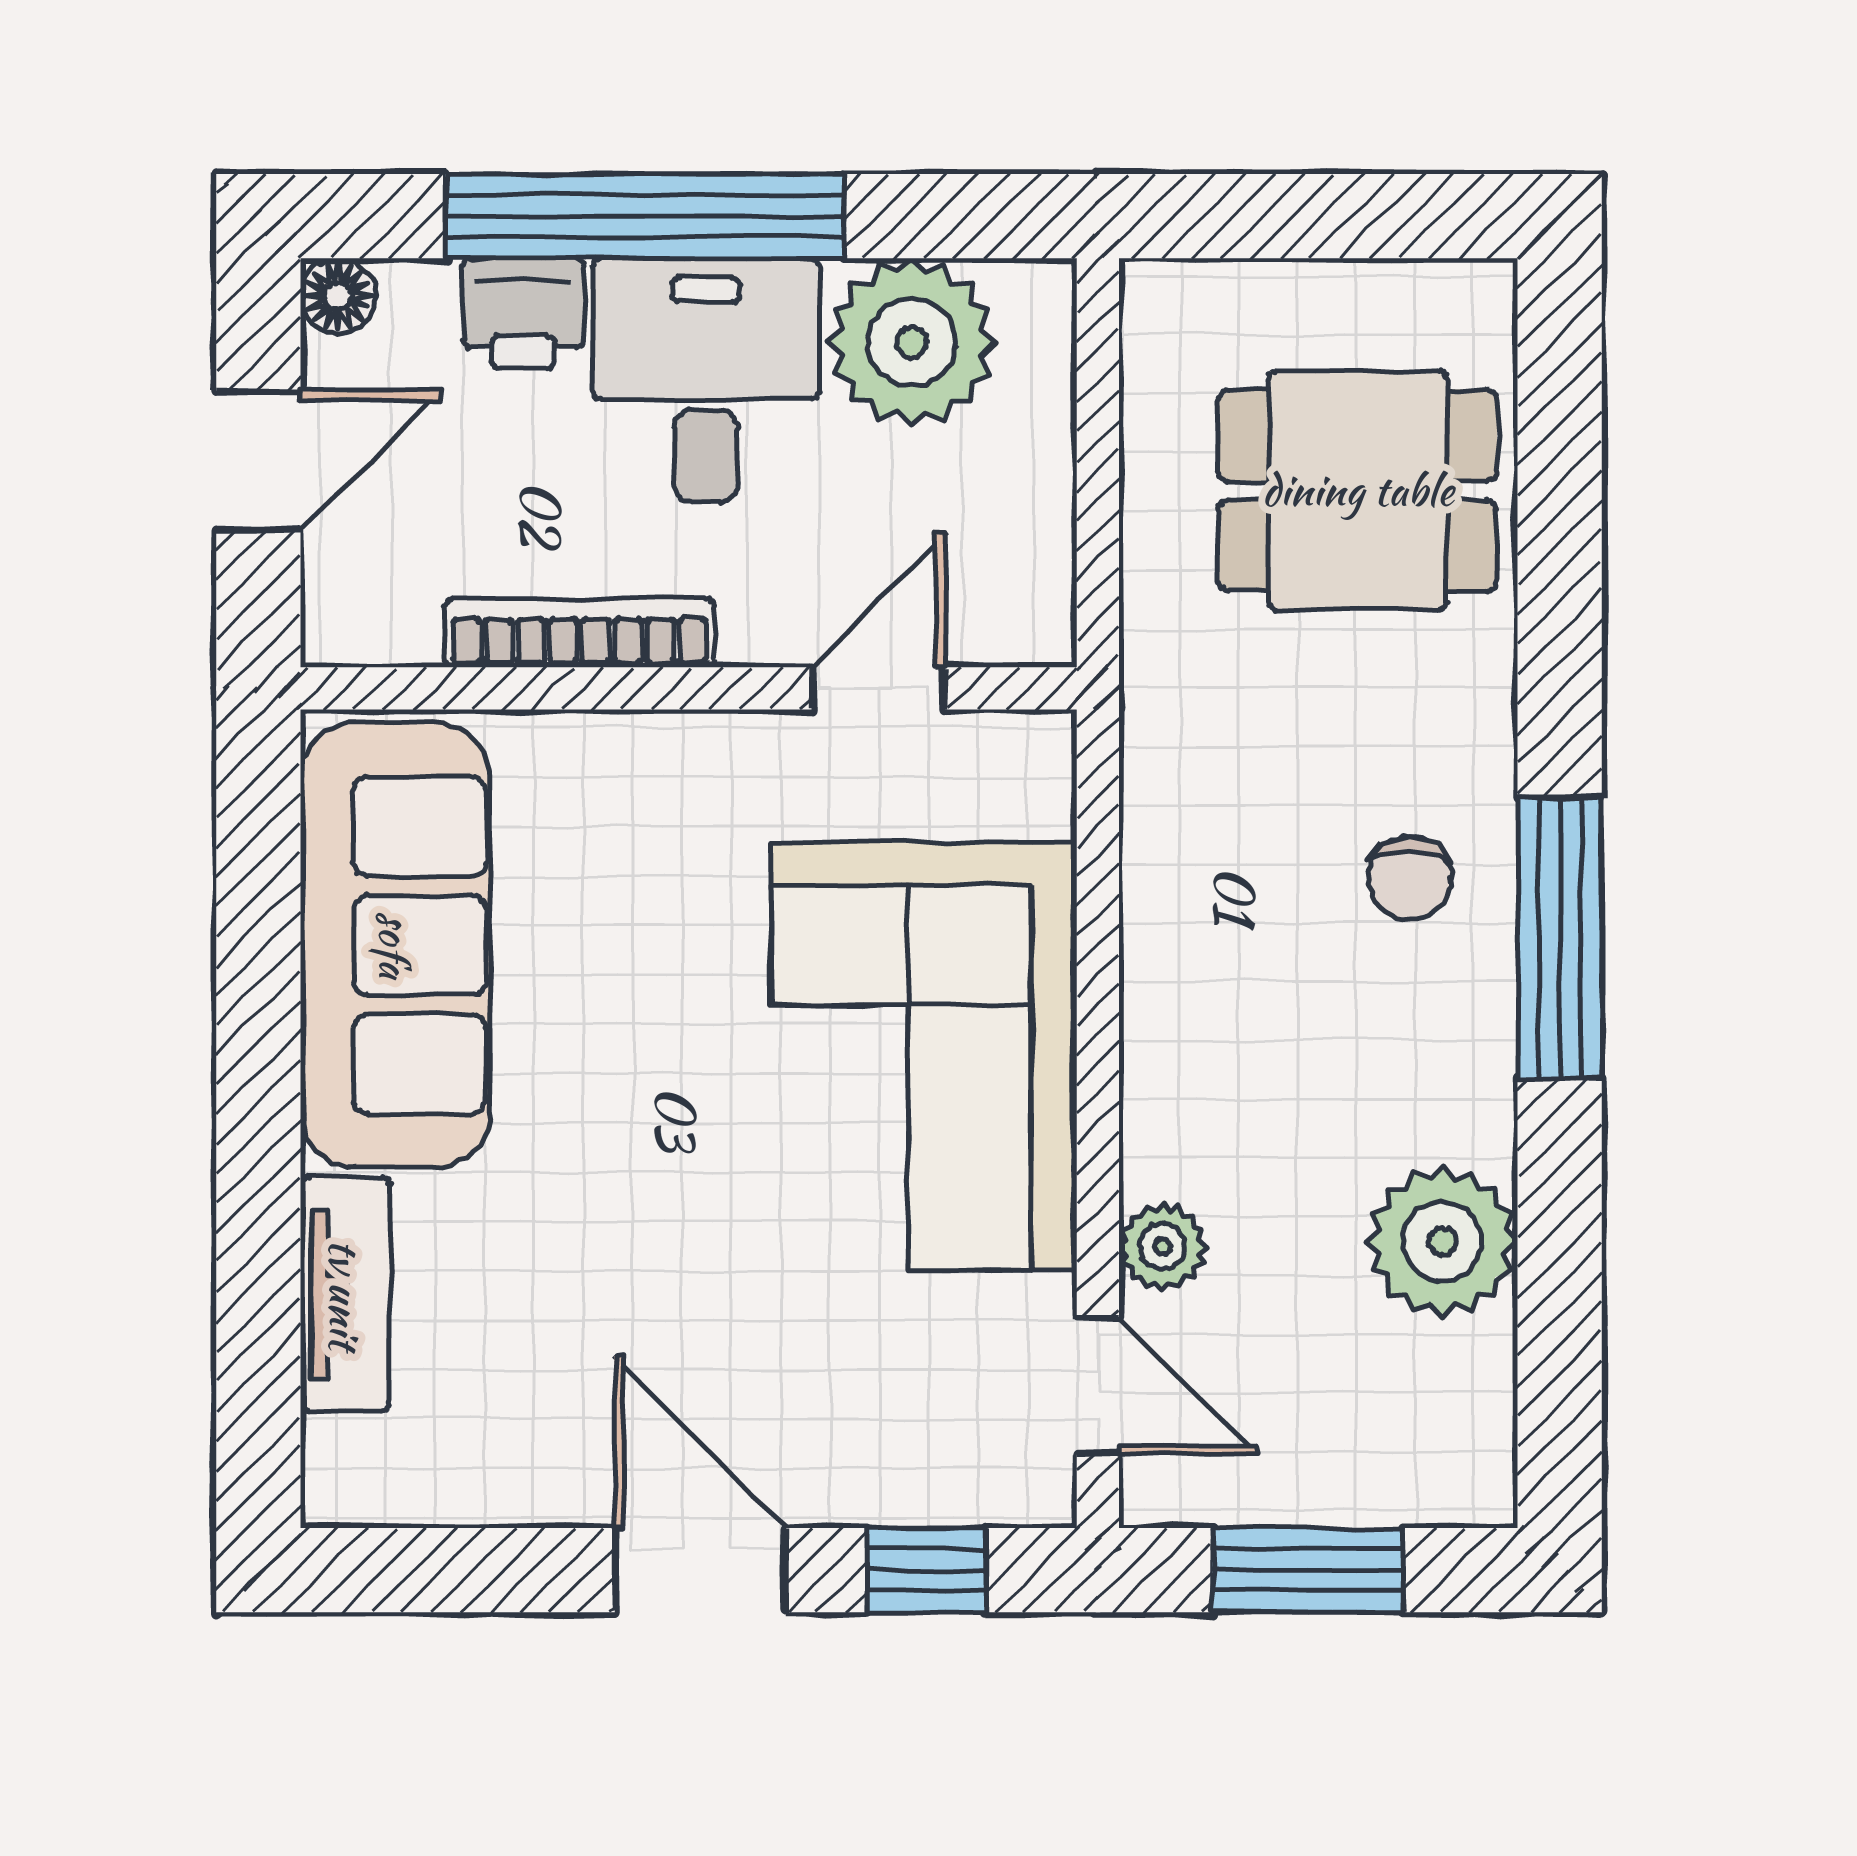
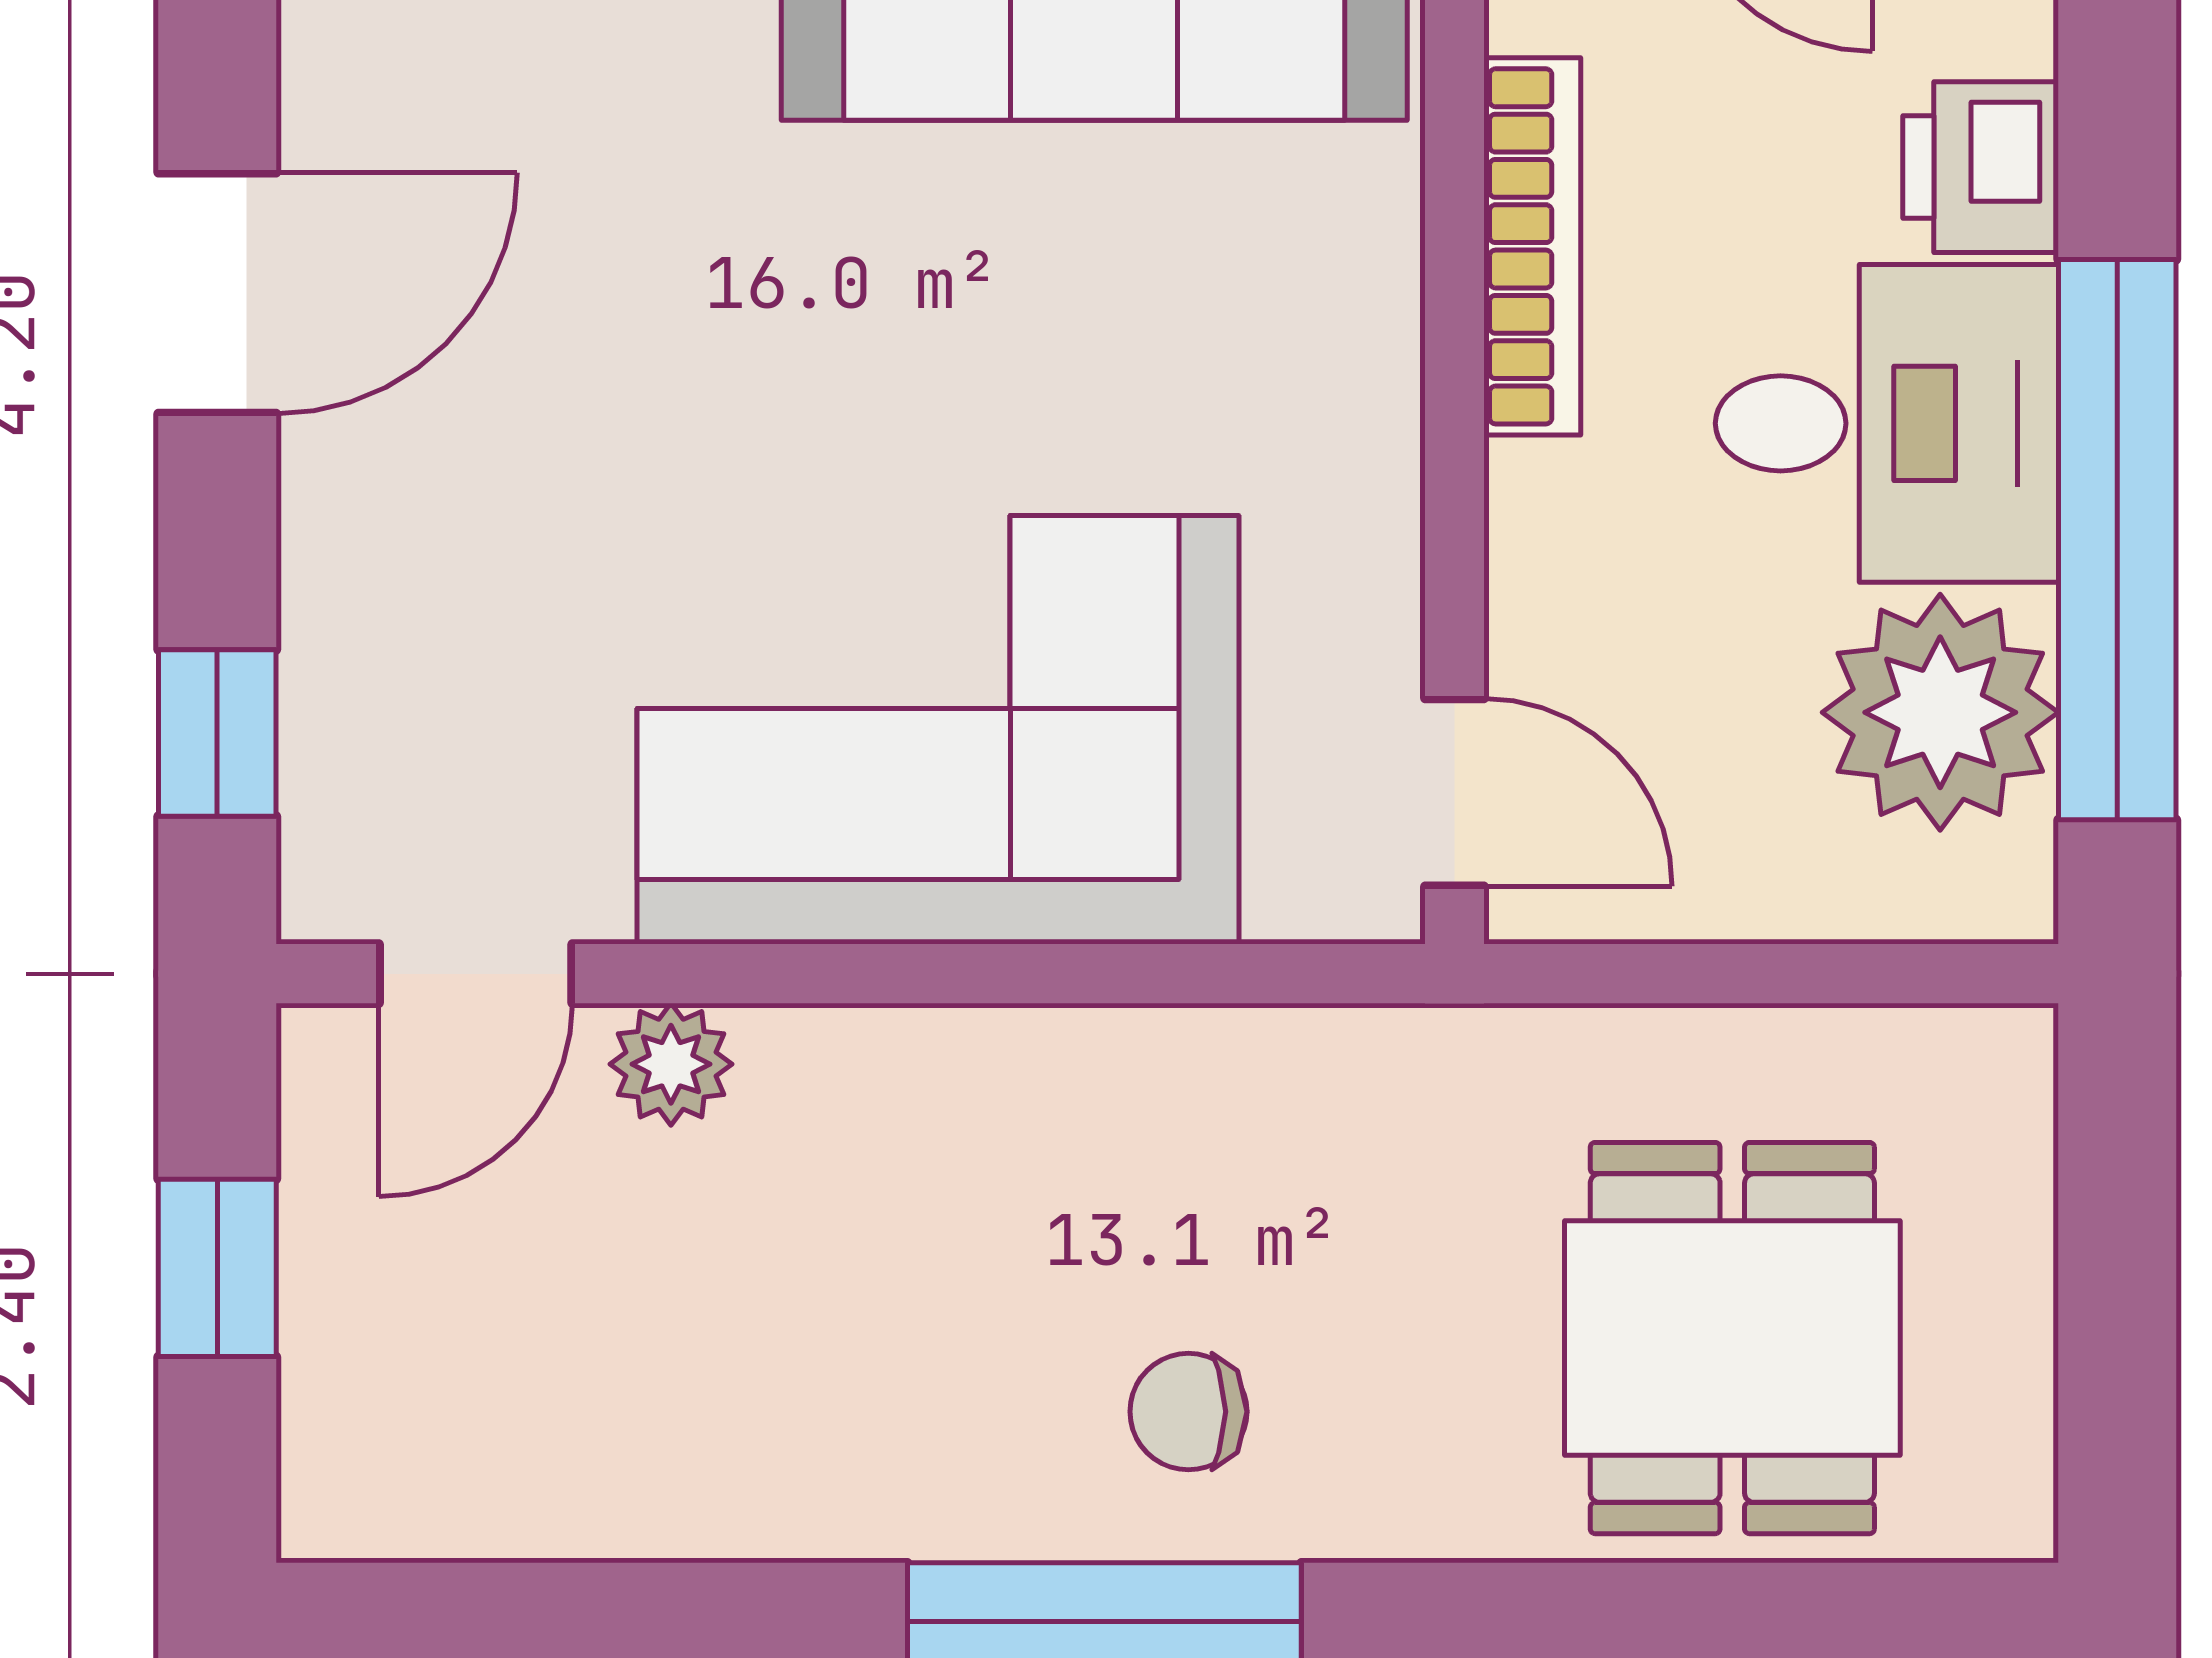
window: (645, 216) -> (2117, 540), moved
door: (878, 688) -> (1454, 792), moved
plant: (1442, 1242) -> (678, 1457), removed
door: (701, 1570) -> (217, 293), moved
window: (1308, 1570) -> (217, 1268), width x0.67

